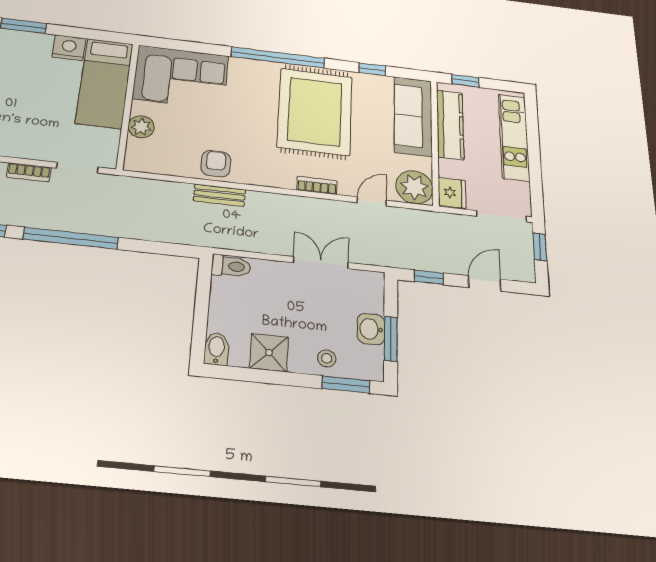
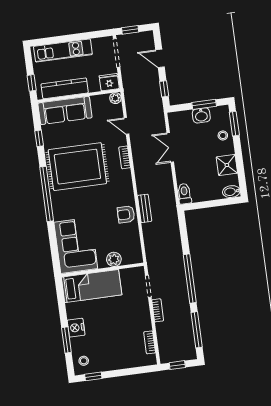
nightstand: (69, 48) -> (76, 328), moved
plant: (414, 187) -> (115, 98), width x0.53, depth x0.53

